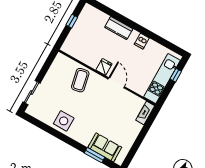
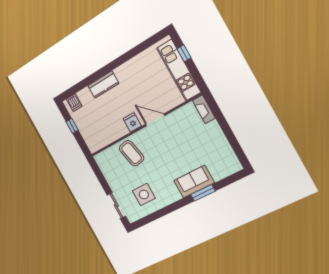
dishwasher: (142, 41) -> (74, 103), moved
side table: (64, 121) -> (144, 194), moved
sofa: (105, 147) -> (194, 182), moved
window: (94, 155) -> (203, 193), moved

